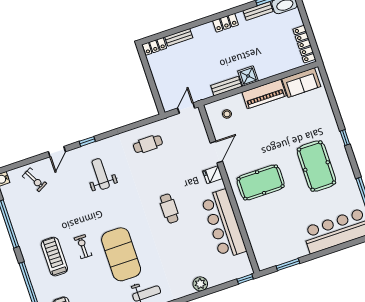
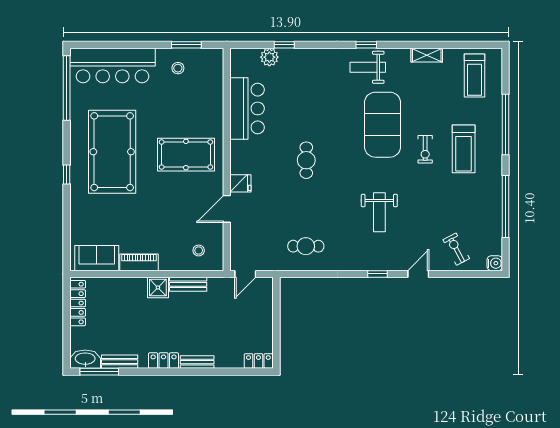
bench: (179, 37) -> (197, 362), moved
piano: (264, 94) -> (139, 262), width x0.73, depth x0.75
pool table: (317, 166) -> (112, 152), width x1.36, depth x1.32
weight bench: (101, 174) -> (379, 212), moved
bar counter: (224, 224) -> (247, 108), width x0.73
stool: (288, 245) -> (178, 68), added
window: (245, 279) -> (284, 45), moved
plant: (200, 284) -> (269, 57), moved

